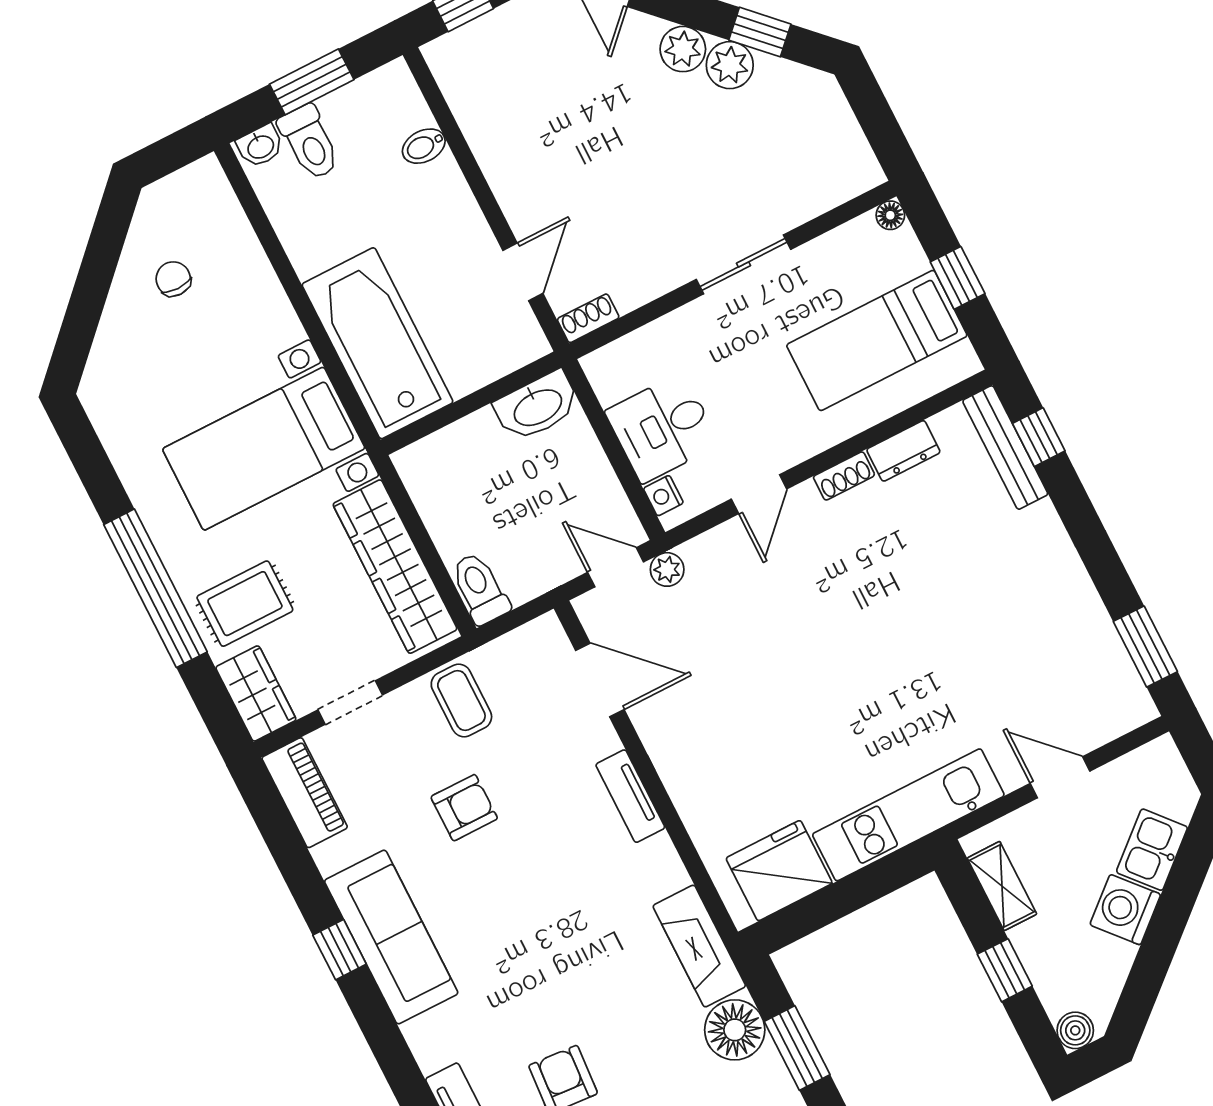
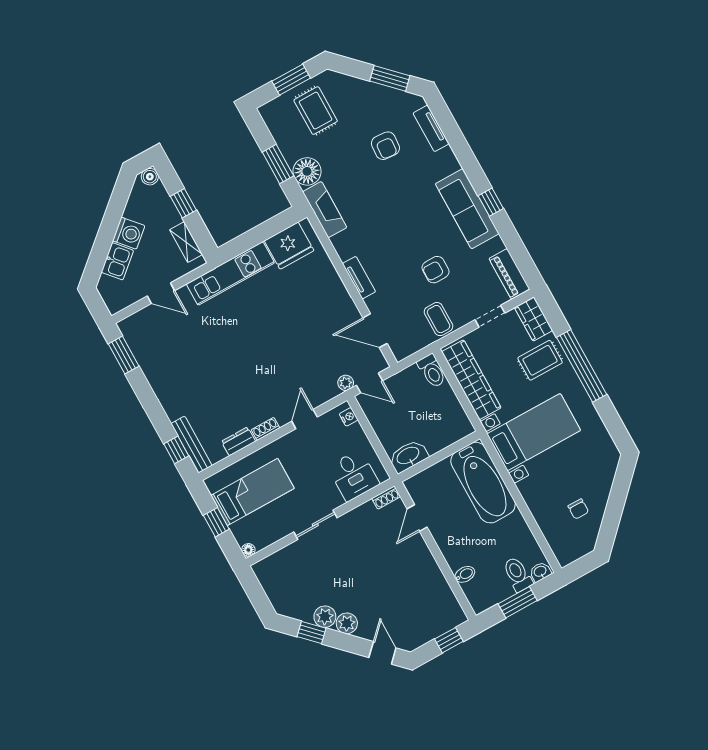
desk: (662, 428) -> (354, 475), moved, turned 90

